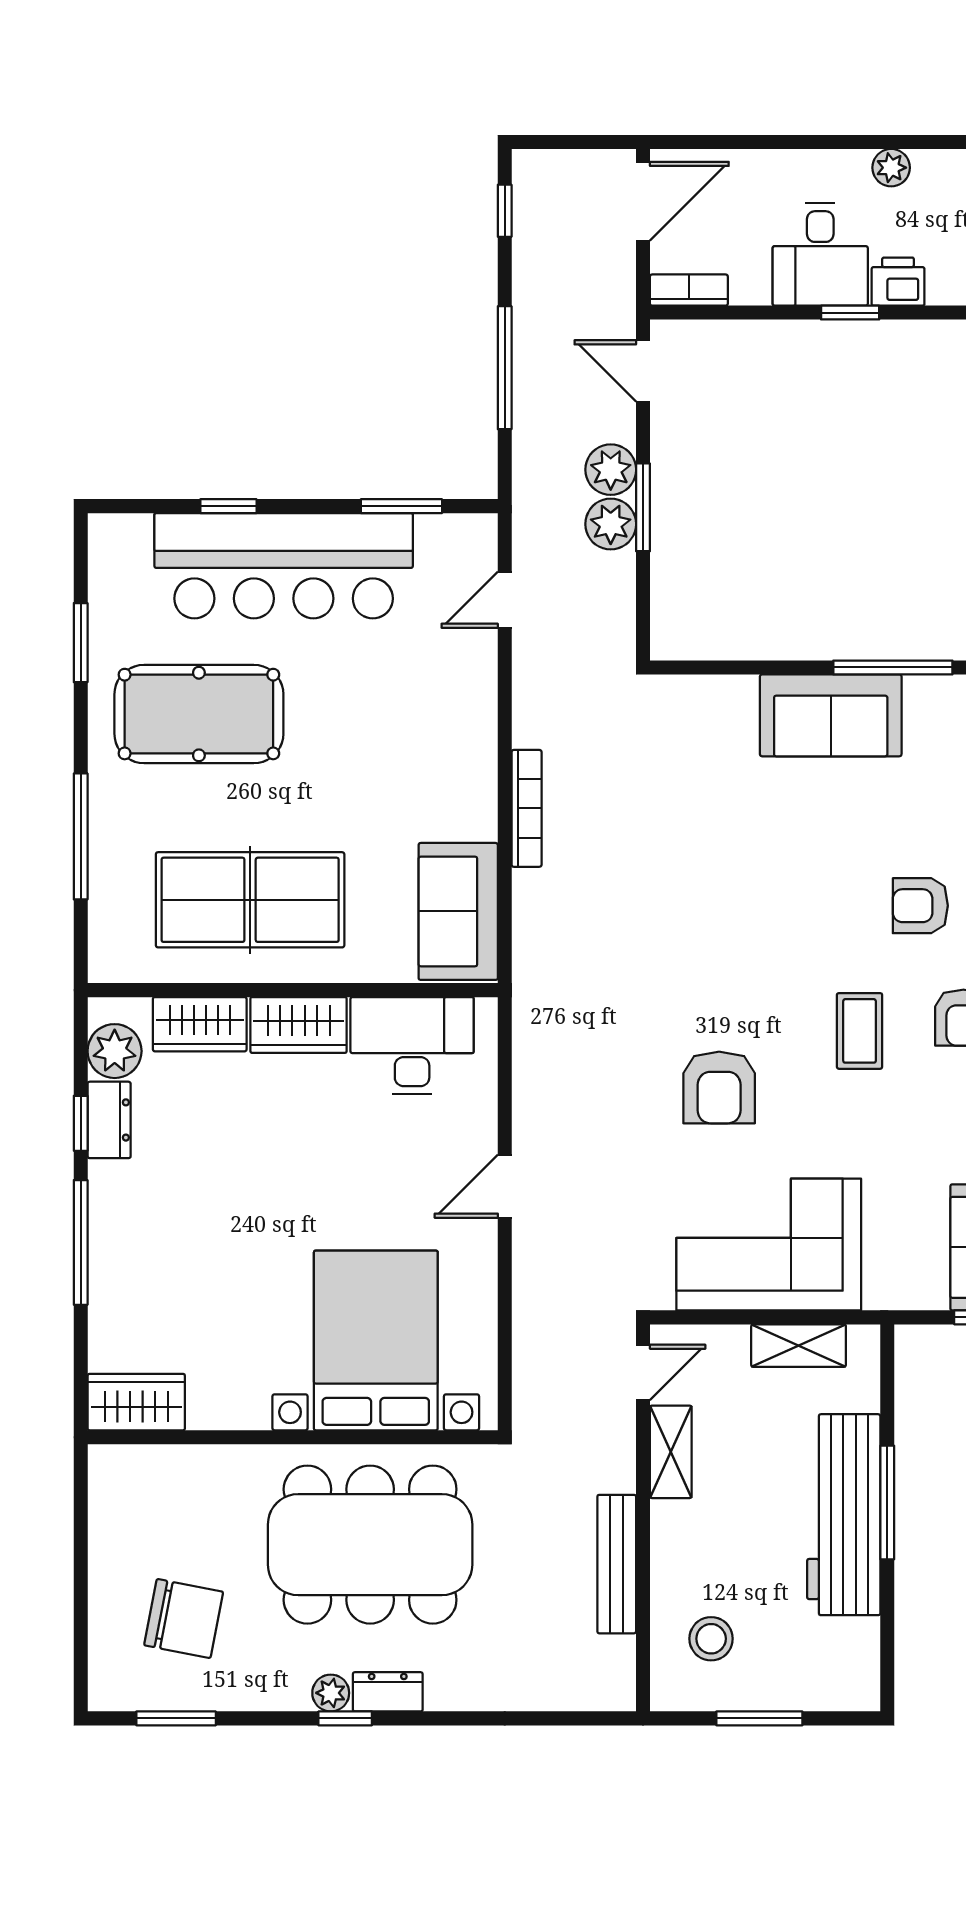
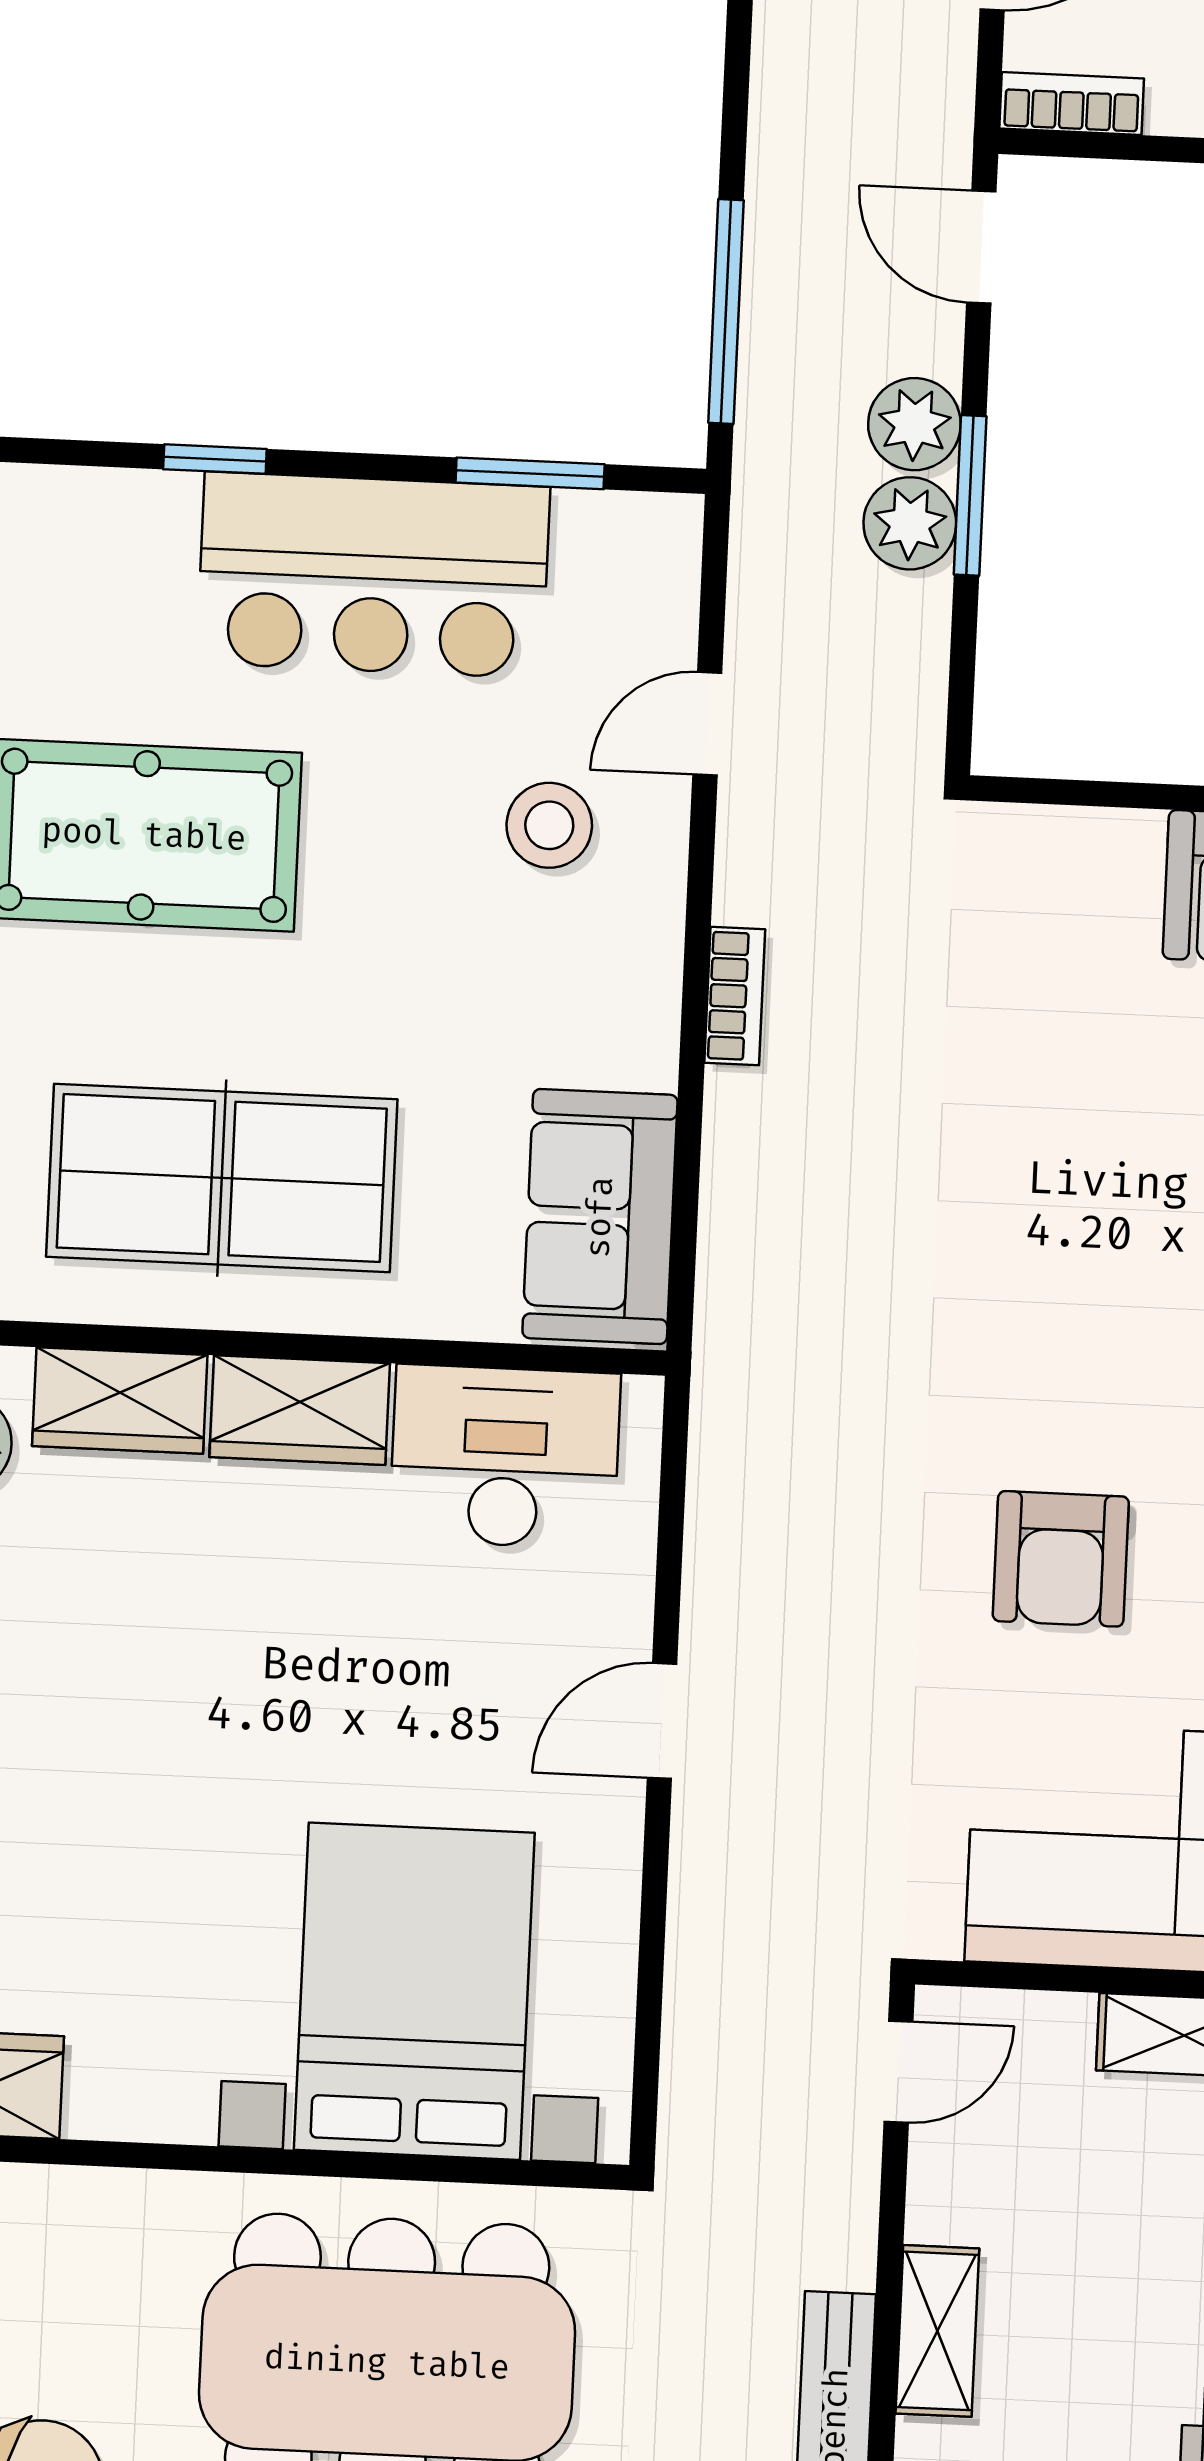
window: (505, 368) -> (726, 312), moved
bar counter: (284, 566) -> (373, 575), width x0.73
door: (505, 600) -> (707, 724), moved
stool: (421, 698) -> (549, 825), added
bookcase: (527, 808) -> (735, 996), width x0.64
shelving: (671, 1452) -> (937, 2331), moved

